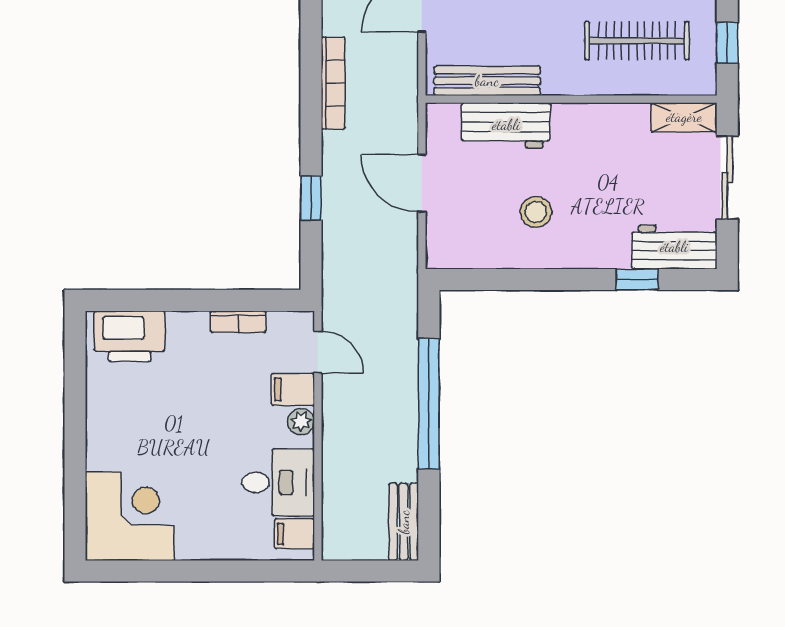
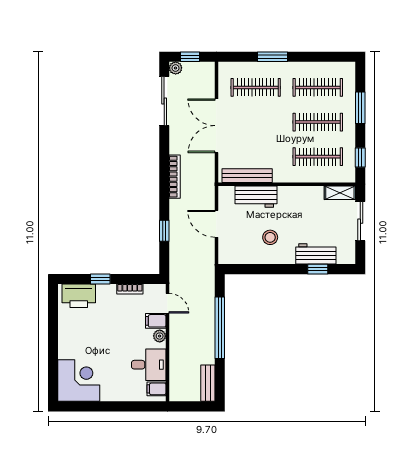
workbench: (674, 247) -> (316, 254), moved
window: (175, 300) -> (100, 279), added

